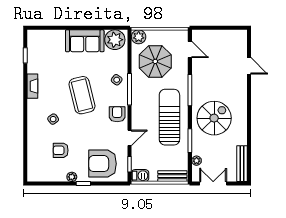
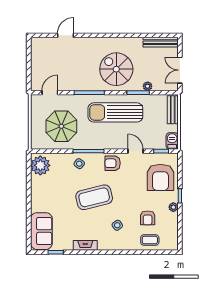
plant: (139, 37) -> (38, 142), removed
sofa: (85, 41) -> (41, 231), moved
coffee table: (38, 153) -> (150, 240), added
plant: (197, 161) -> (148, 86), moved

